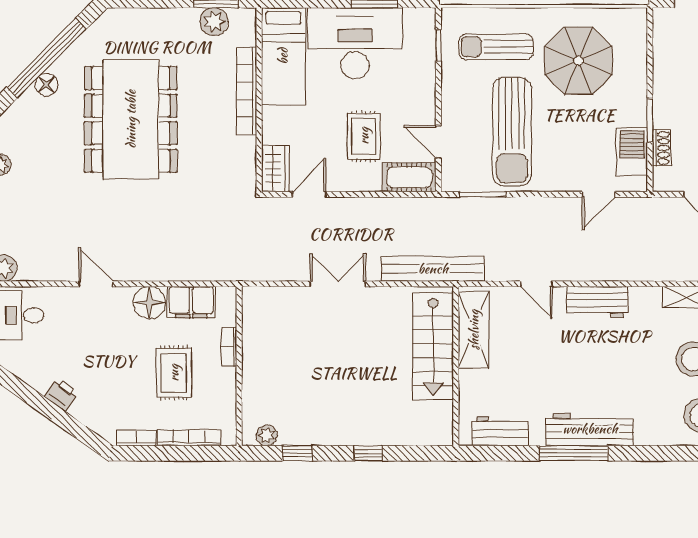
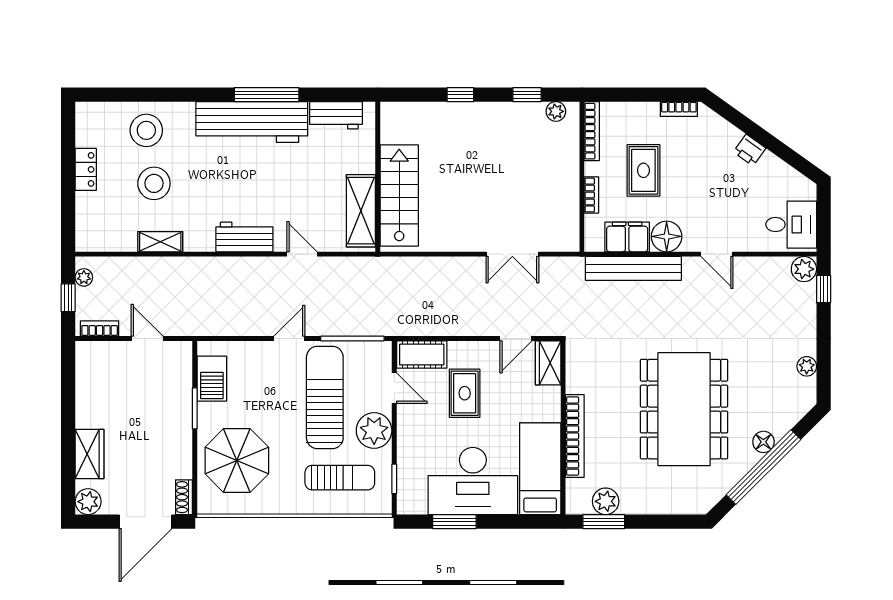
parasol: (578, 61) -> (237, 461), moved
plant: (460, 97) -> (374, 431), added
shoe rack: (661, 148) -> (184, 497), moved
window: (483, 194) -> (352, 339), width x1.44
door: (598, 194) -> (289, 339), moved
bench: (433, 269) -> (633, 268), moved
double door: (338, 284) -> (512, 254), moved
workbench: (590, 429) -> (252, 122), width x1.36, depth x1.32
bookcase: (189, 438) -> (592, 131), moved, turned -90

